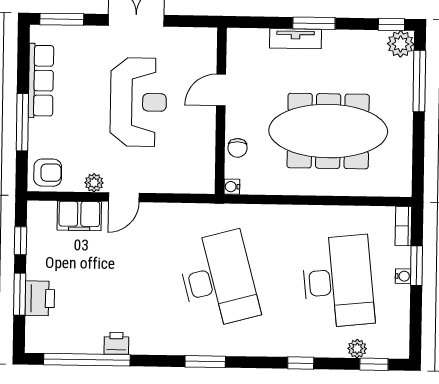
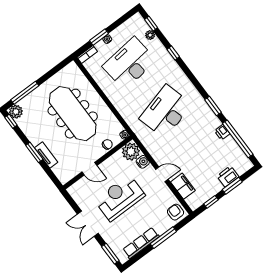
water cooler: (167, 182) -> (143, 162), added
plant: (94, 183) -> (131, 152), moved, width x1.88, depth x1.88
window: (205, 362) -> (213, 106), moved

